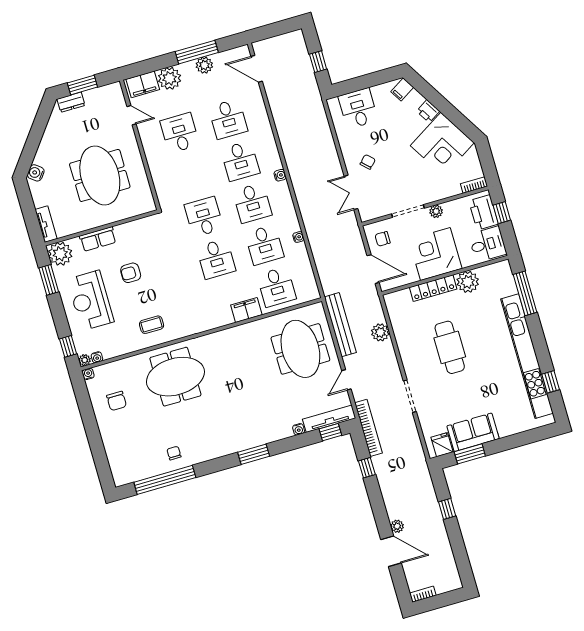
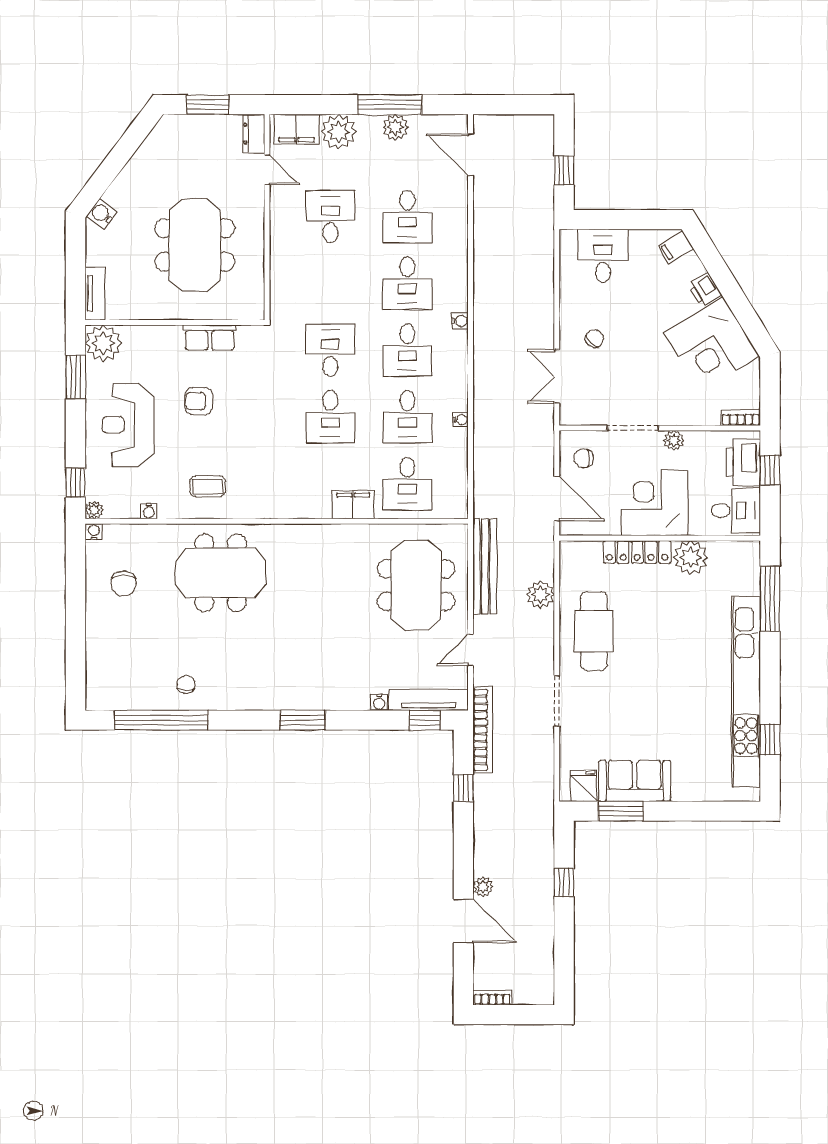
dresser: (71, 102) -> (254, 134), moved, turned 90
row of seats: (98, 239) -> (210, 338), moved
cafe table: (450, 347) -> (594, 631), moved
water cooler: (97, 357) -> (149, 511), moved

